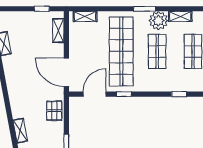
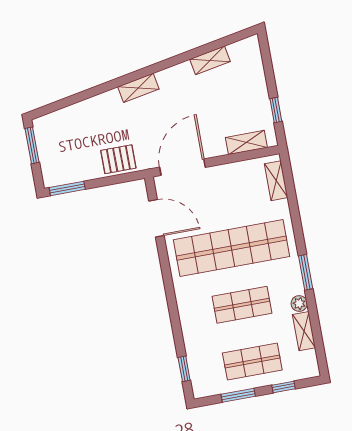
plant: (158, 21) -> (299, 303), width x0.53, depth x0.53
window: (124, 94) -> (165, 265), removed
window: (179, 94) -> (184, 369), moved
shelving: (20, 131) -> (138, 88), moved

